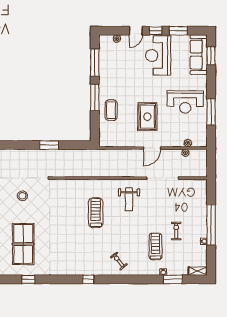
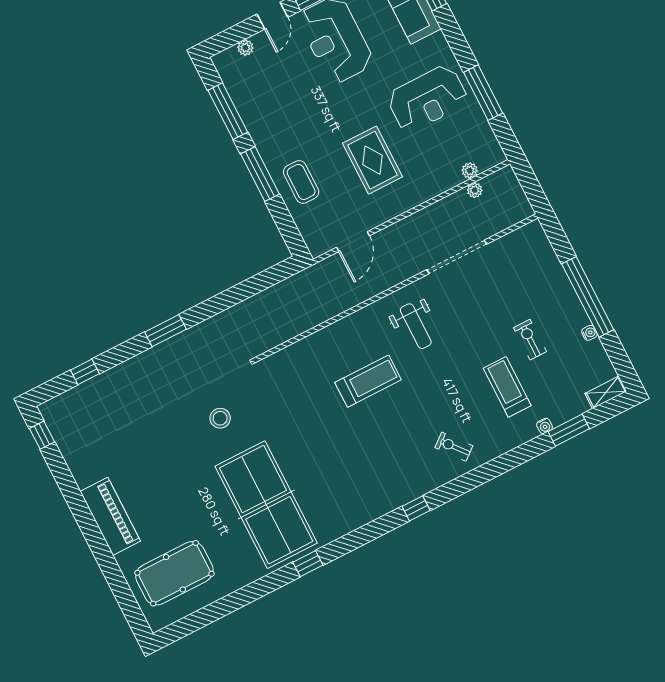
window: (49, 145) -> (165, 331), moved
door: (152, 148) -> (353, 242), moved
treadmill: (96, 213) -> (368, 381), turned 90
table tennis table: (23, 244) -> (266, 505), width x1.36, depth x1.32

